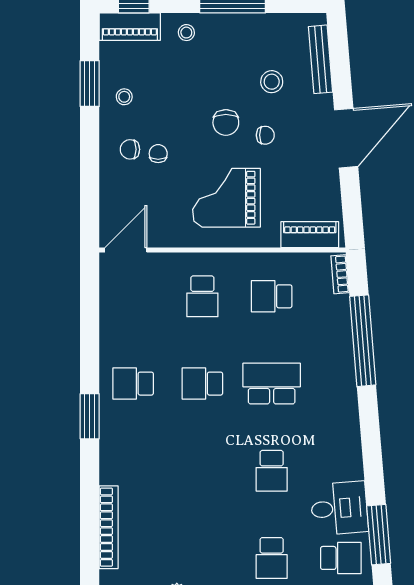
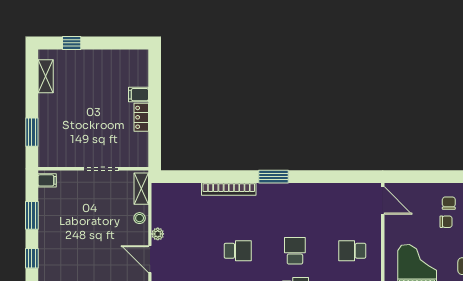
school desk: (133, 384) -> (238, 251), moved, turned 90
bookcase: (109, 527) -> (229, 189), moved

